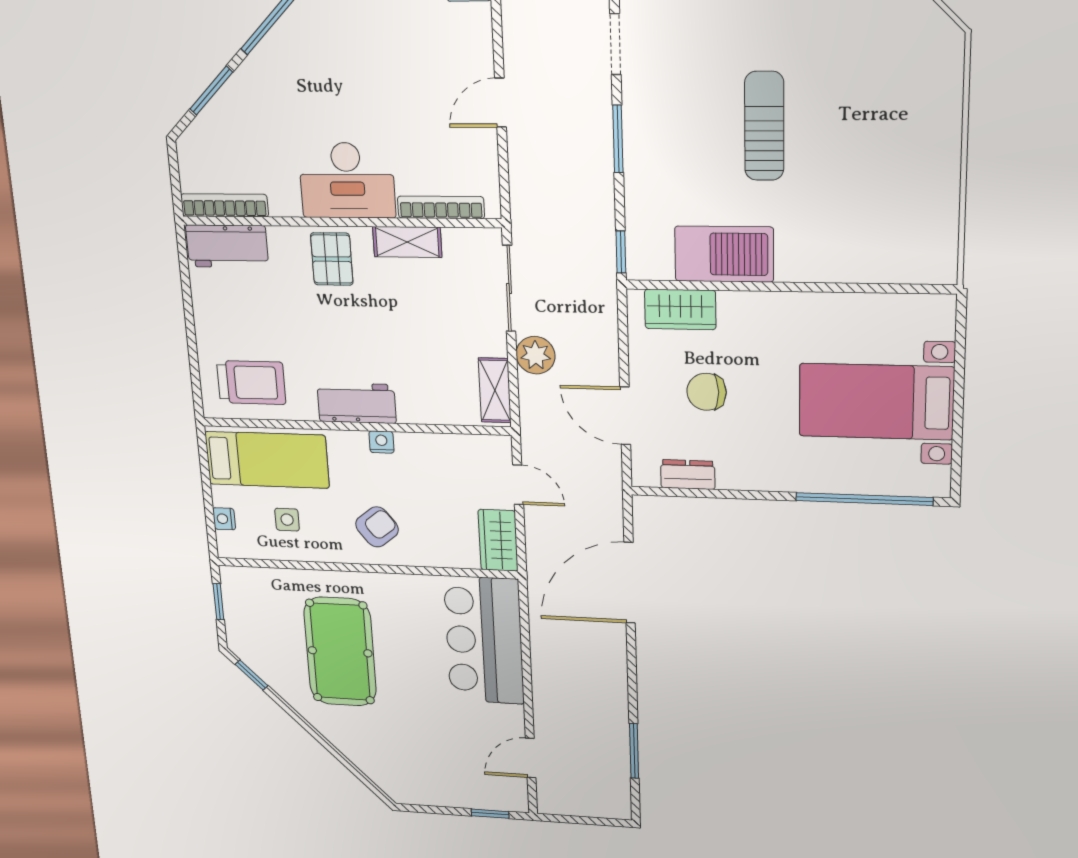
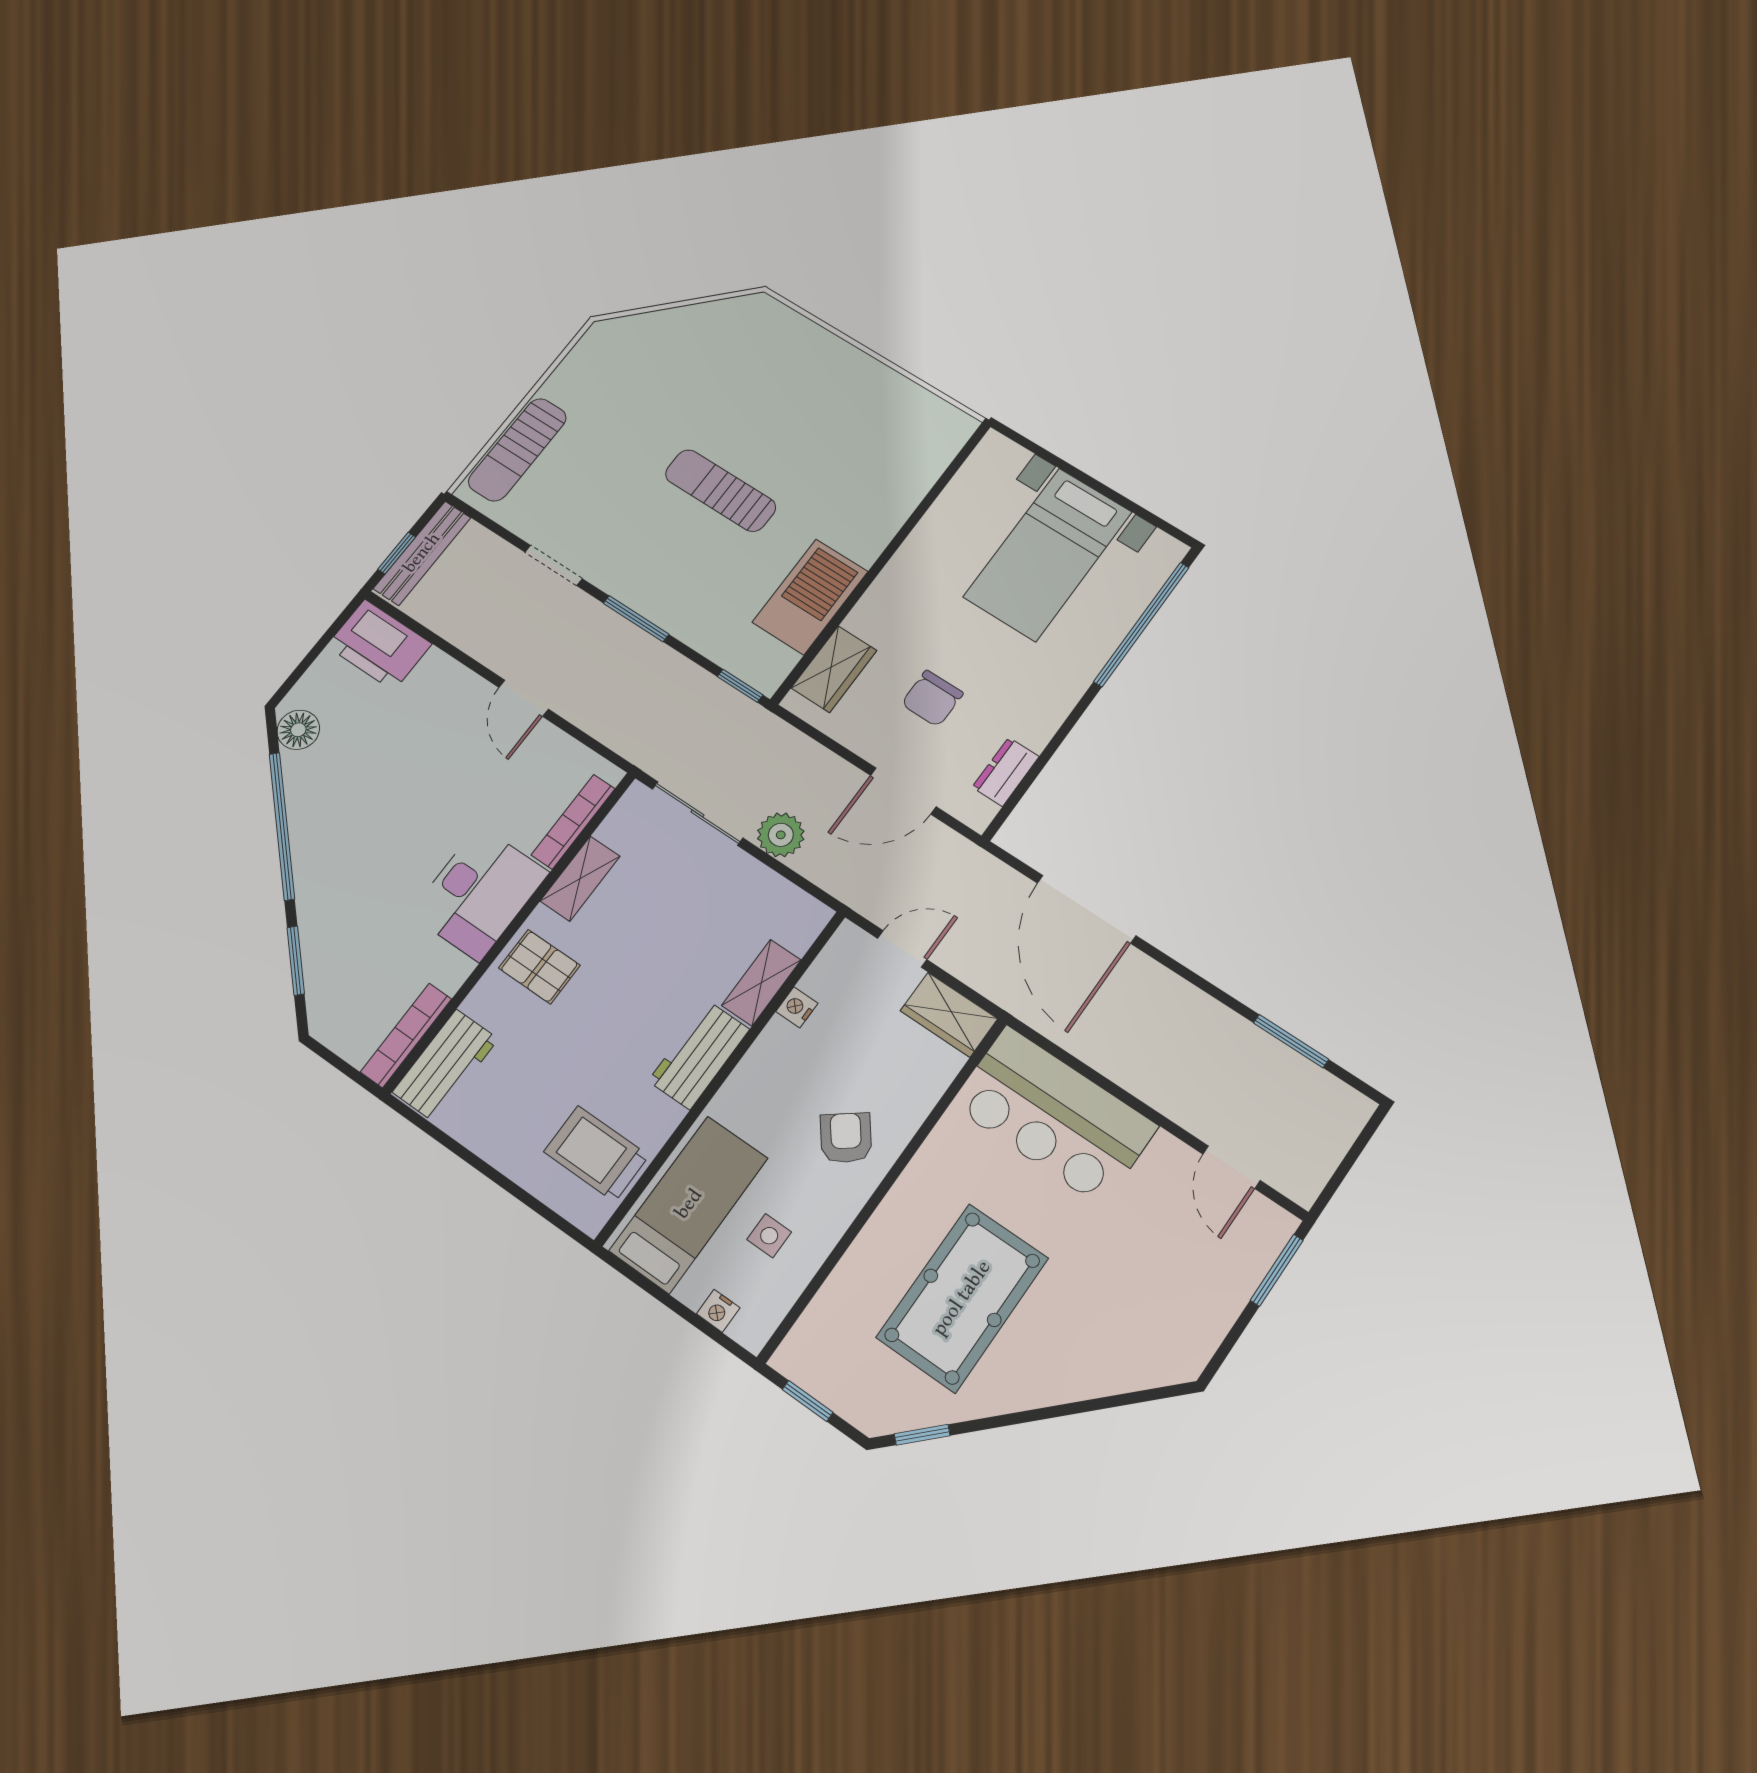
trolley: (251, 383) -> (596, 1154), turned -90
shelving: (495, 390) -> (761, 983), moved, turned 90
nightstand: (381, 442) -> (797, 1007), moved
pool table: (340, 652) -> (962, 1298), turned 90
window: (490, 814) -> (1277, 1270), width x1.50

